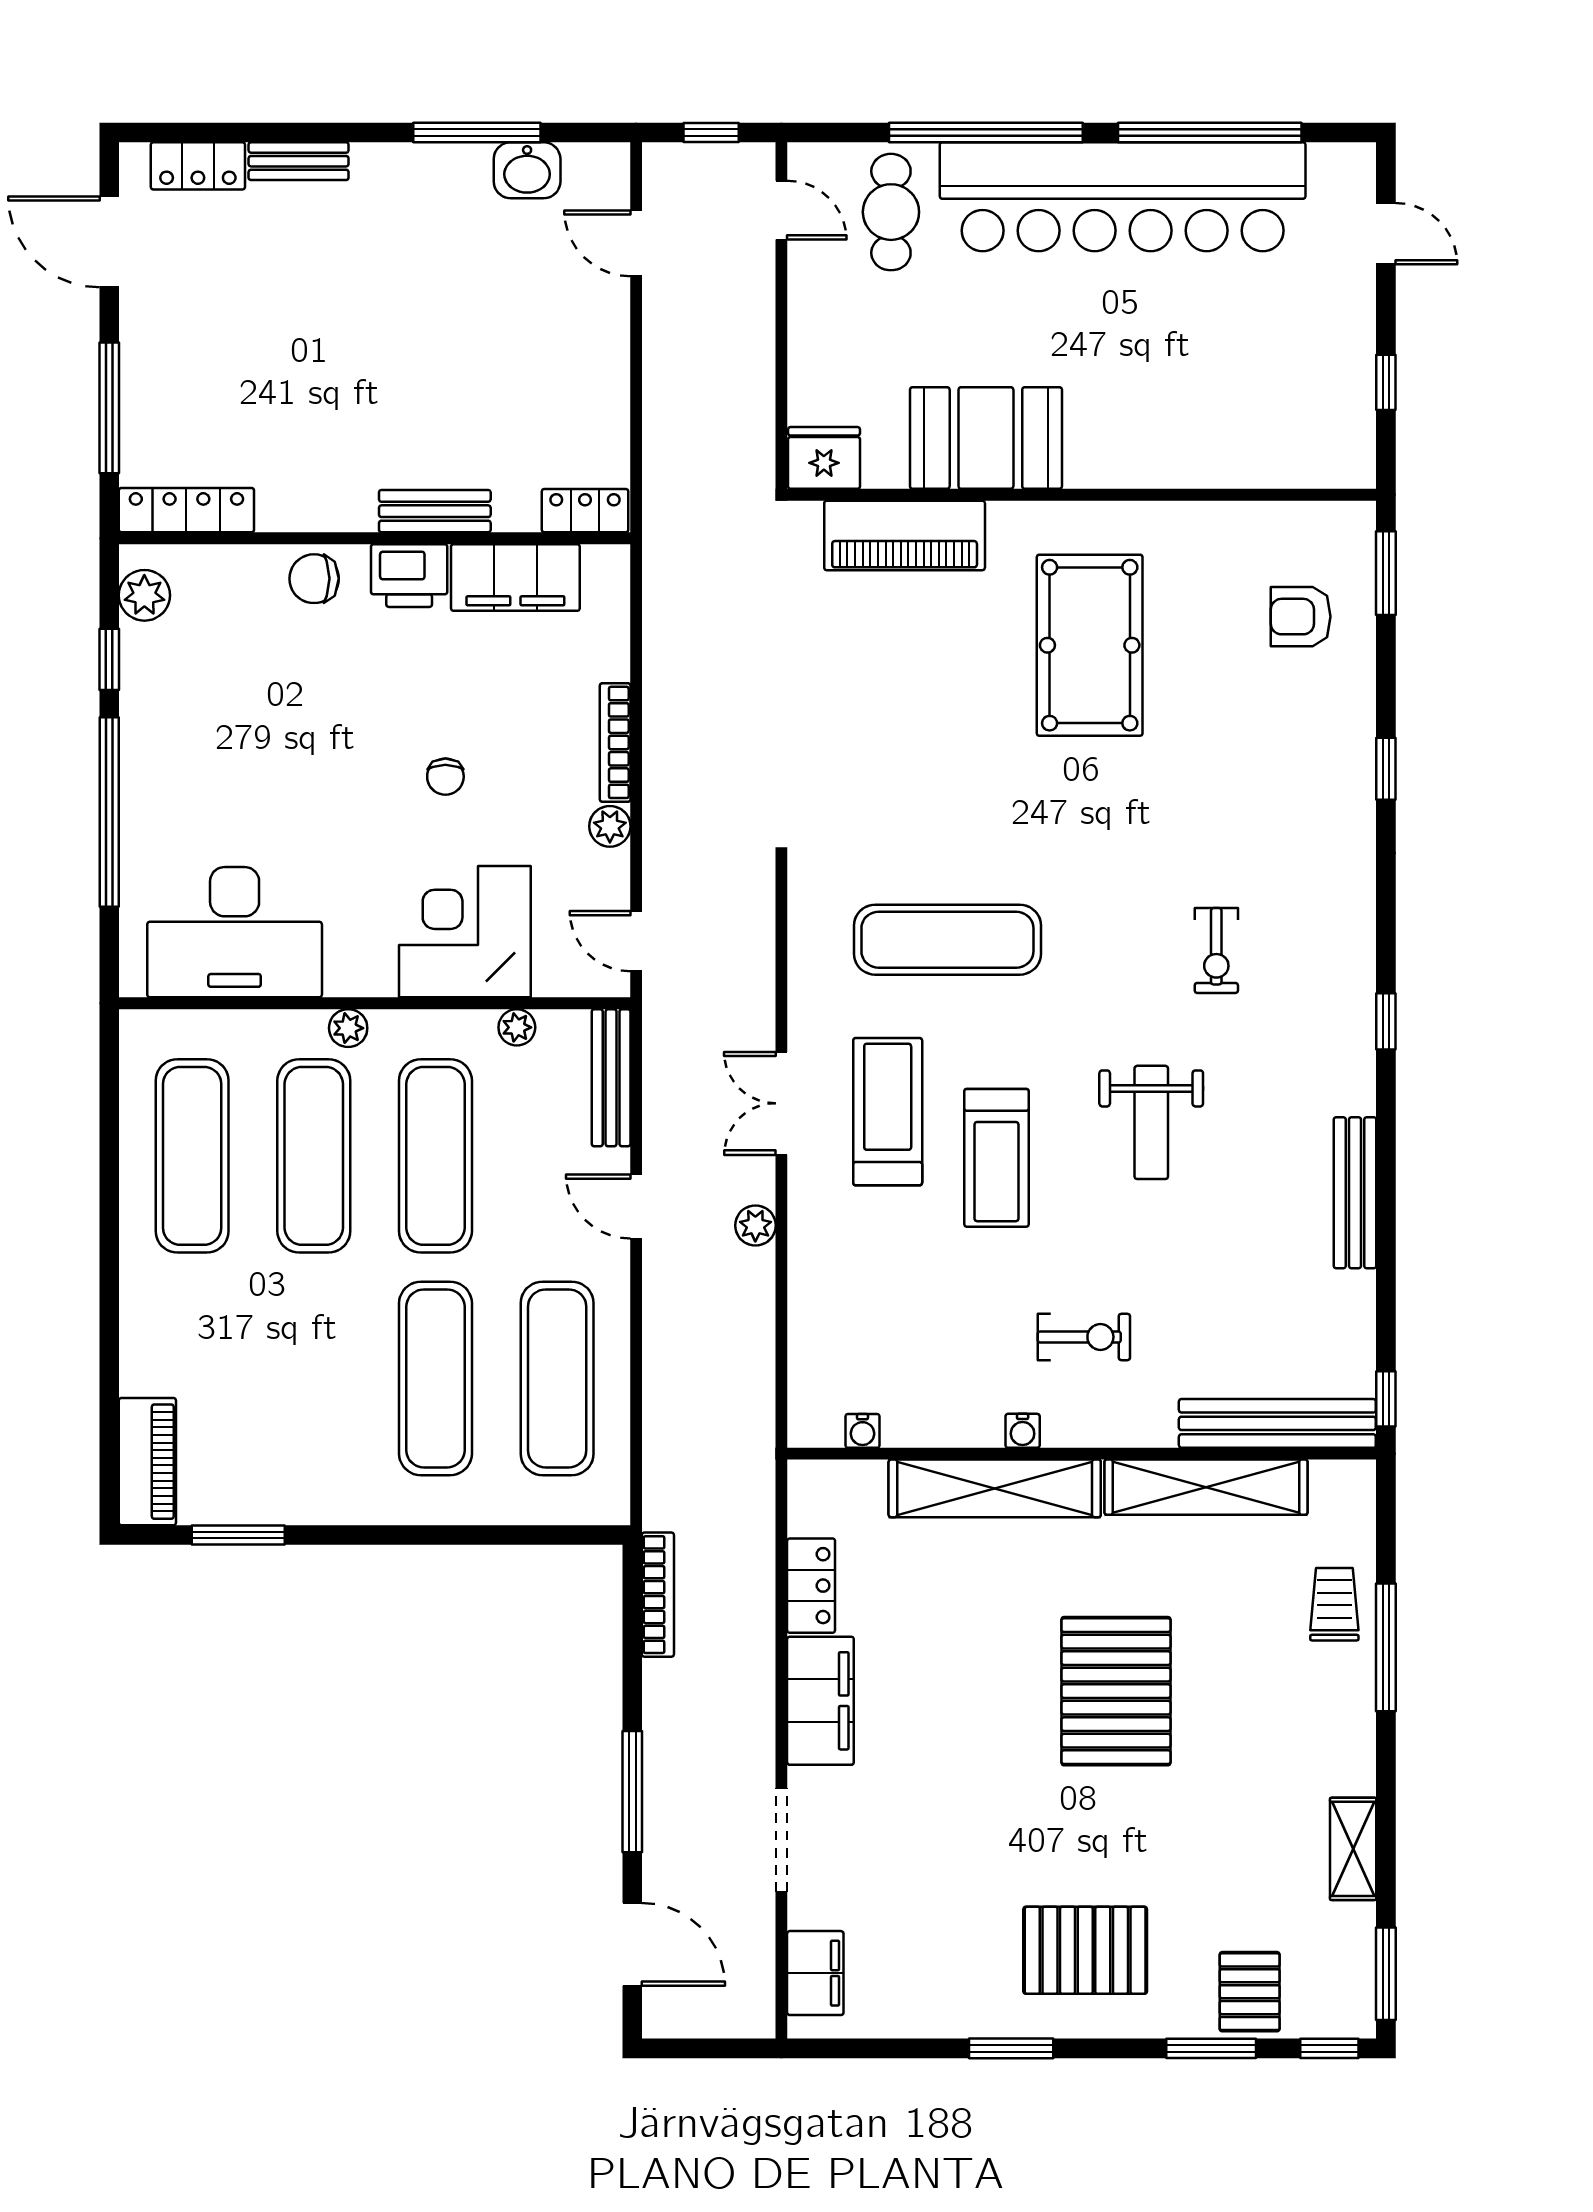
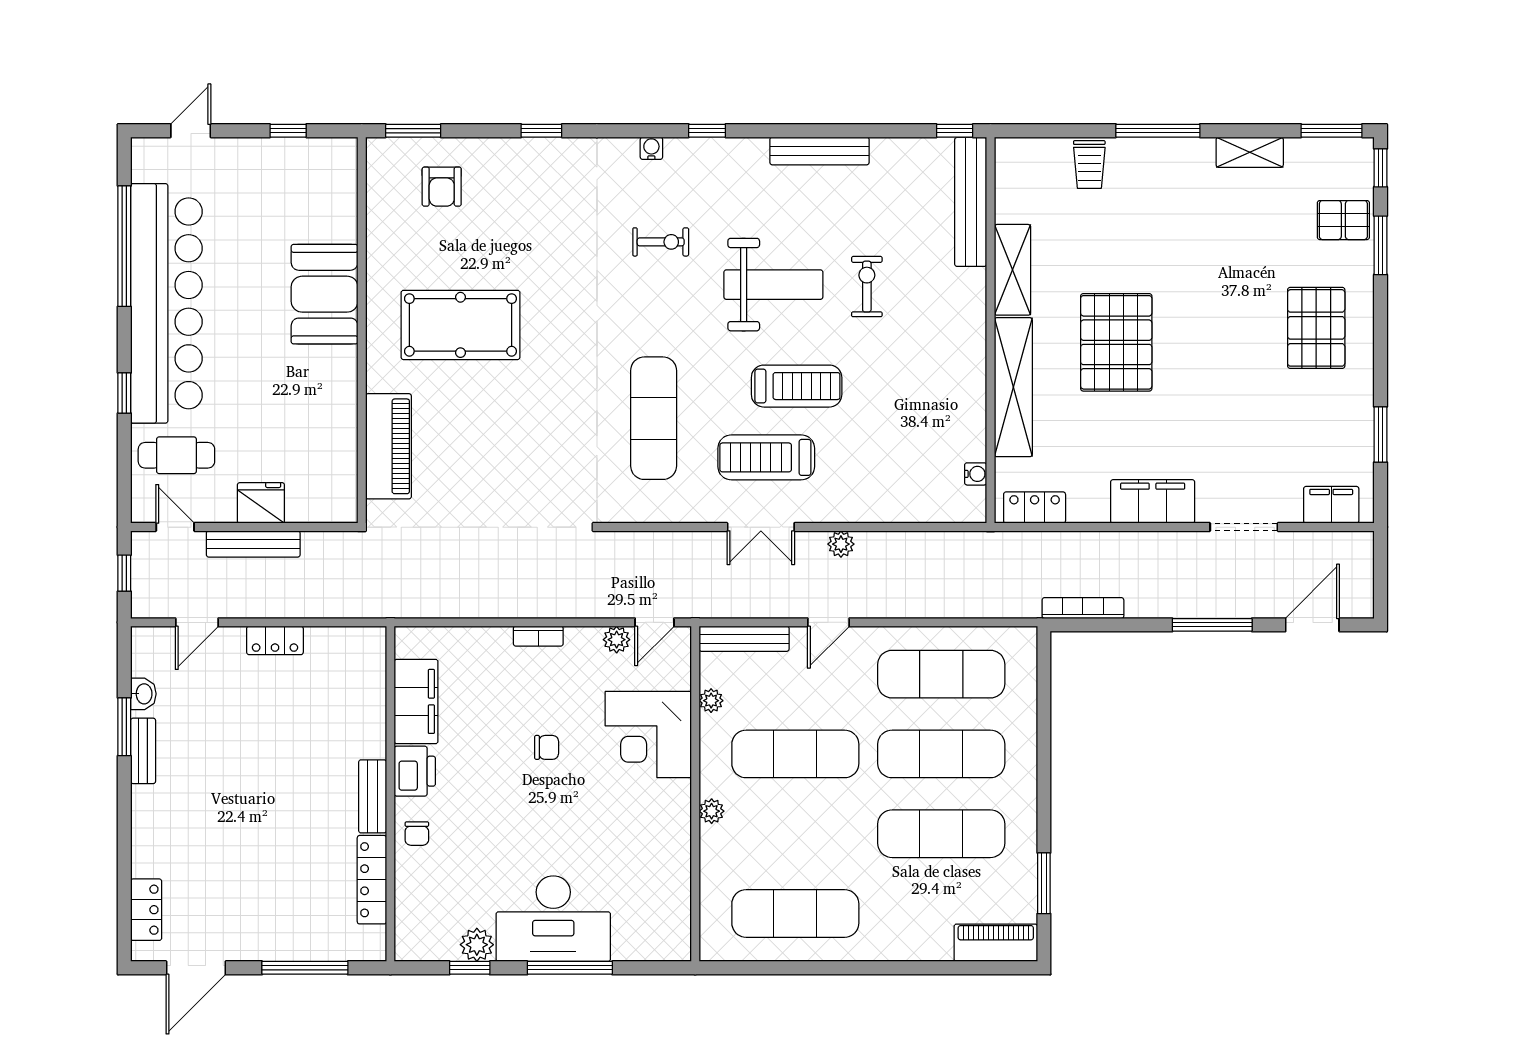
window: (477, 132) -> (124, 727), width x0.69
window: (986, 132) -> (124, 393), width x0.32
bench: (299, 161) -> (143, 751), moved
washbasin: (527, 170) -> (143, 694), width x0.72, depth x0.69
door: (781, 210) -> (175, 527), hinge flipped
bench: (756, 329) -> (253, 544), added
booth: (986, 438) -> (325, 294), moved
fridge: (824, 458) -> (261, 503), moved, turned 90
locker: (186, 510) -> (372, 880), moved
bench: (435, 511) -> (373, 796), moved
locker: (585, 511) -> (275, 640), moved, turned -90
chair: (314, 579) -> (417, 834), width x0.73, depth x0.73
plant: (144, 595) -> (477, 945), moved
bookcase: (615, 742) -> (538, 636), width x0.64
window: (109, 812) -> (570, 968), width x0.68
plant: (610, 826) -> (617, 640), moved
desk: (235, 932) -> (553, 919), moved, turned 90
weight bench: (1151, 1122) -> (773, 285), width x1.36, depth x1.33
exercise mat: (314, 1156) -> (941, 834), moved
exercise bike: (1084, 1337) -> (867, 287), moved
water cooler: (1023, 1431) -> (651, 148), moved, turned -90
shelving: (1206, 1487) -> (1012, 270), width x0.68
locker: (811, 1586) -> (1035, 508), moved
trolley: (1334, 1604) -> (1089, 164), turned -90
window: (1386, 1647) -> (1158, 131), moved
pallet: (1116, 1691) -> (1116, 342), moved, turned 90
window: (1011, 2048) -> (1381, 435), moved

